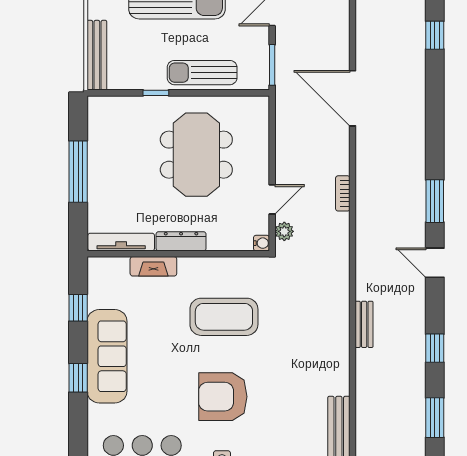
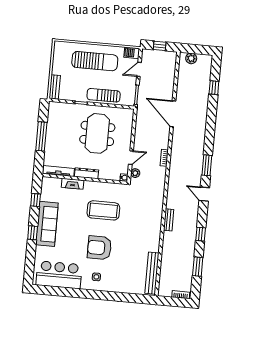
bench: (97, 55) -> (55, 87), width x0.73

